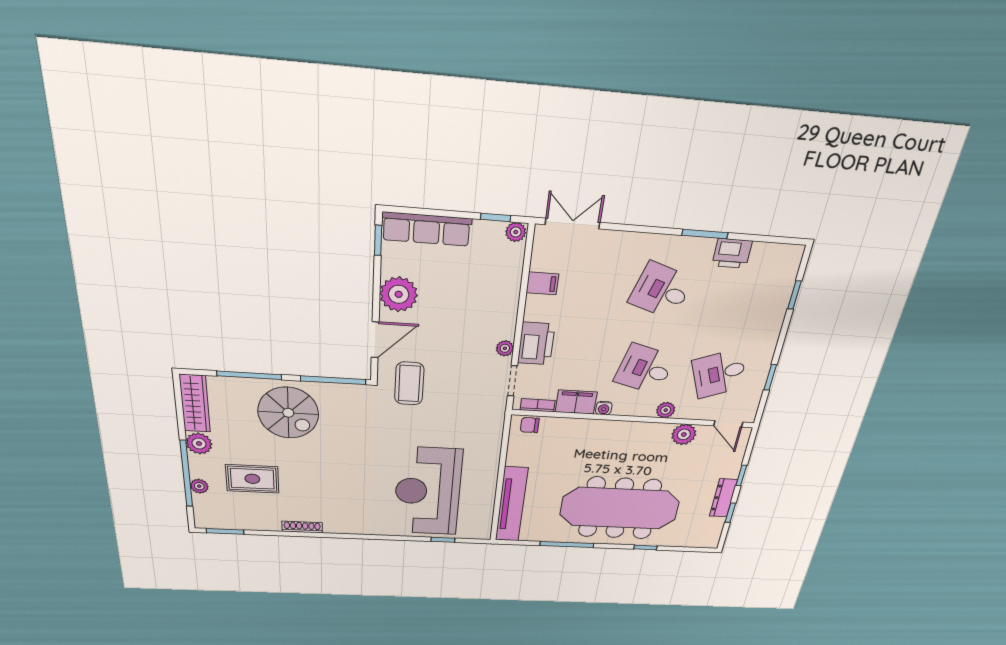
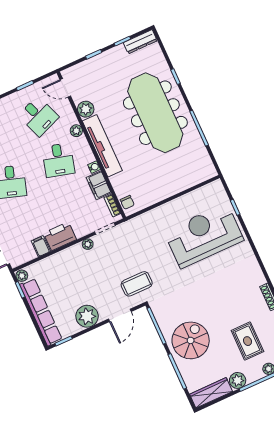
row of seats: (427, 229) -> (41, 312), width x1.36
door: (375, 340) -> (120, 315), swing flipped
printer: (536, 344) -> (60, 236), moved
door: (728, 424) -> (65, 88), swing flipped
reception desk: (428, 492) -> (204, 236), turned 180
dresser: (723, 498) -> (140, 42), moved
tv unit: (511, 504) -> (102, 146), moved, turned 90

